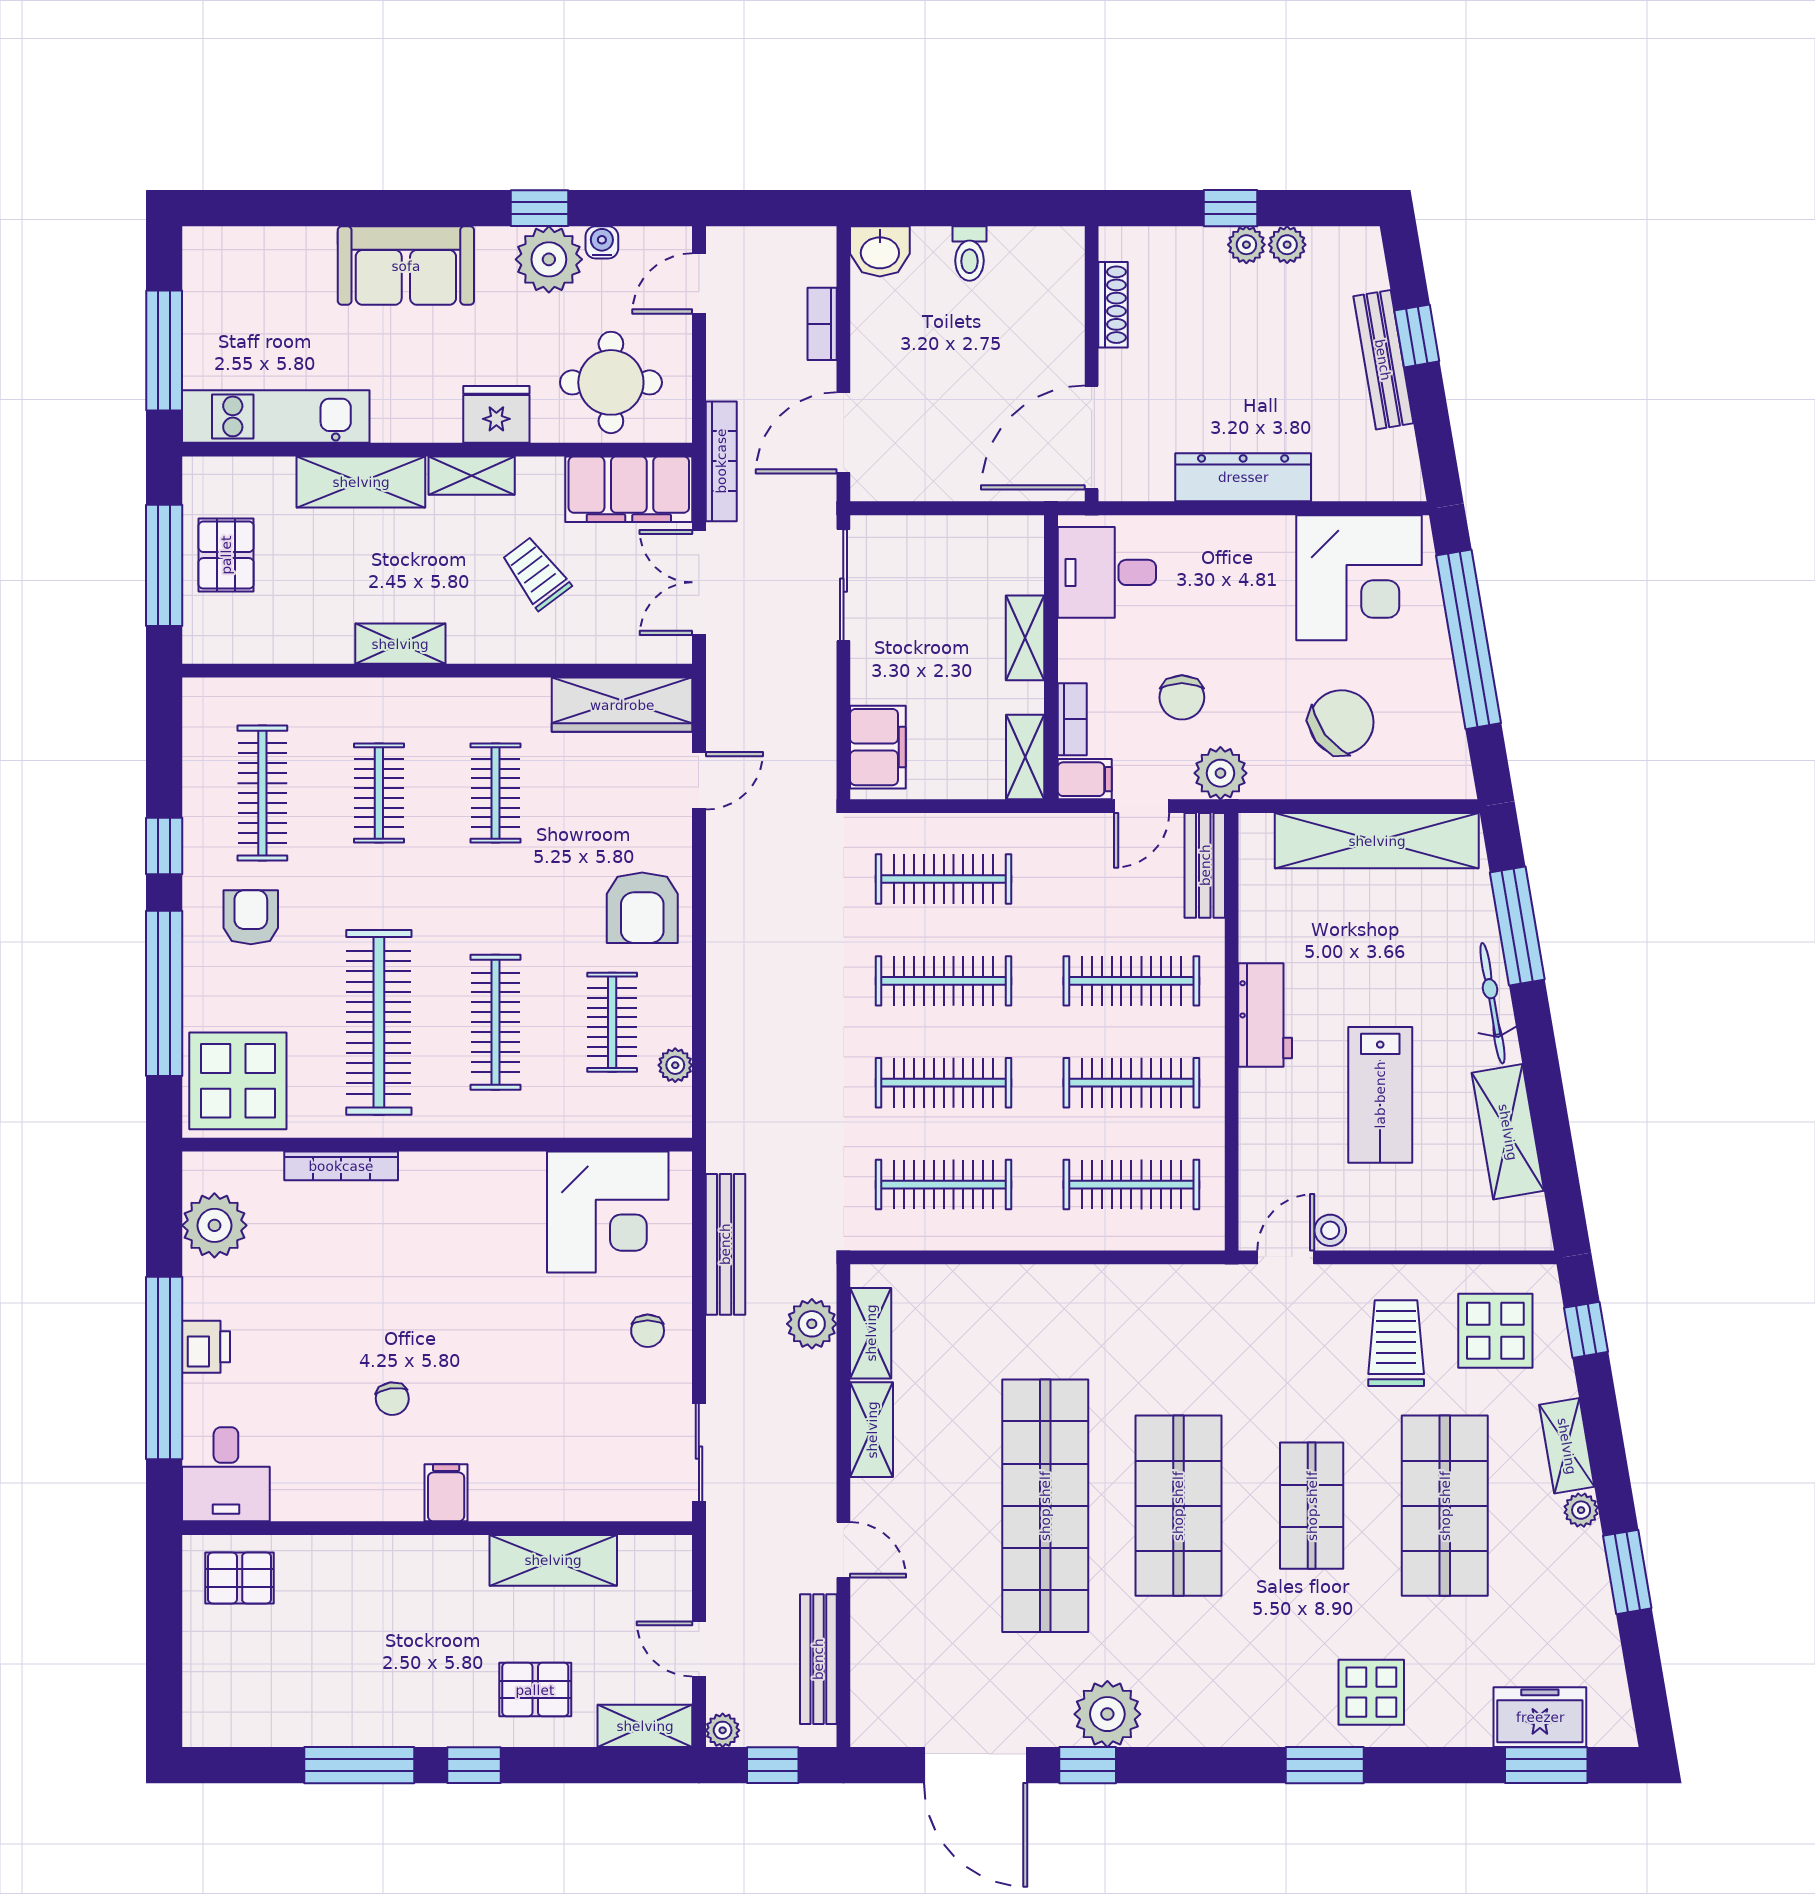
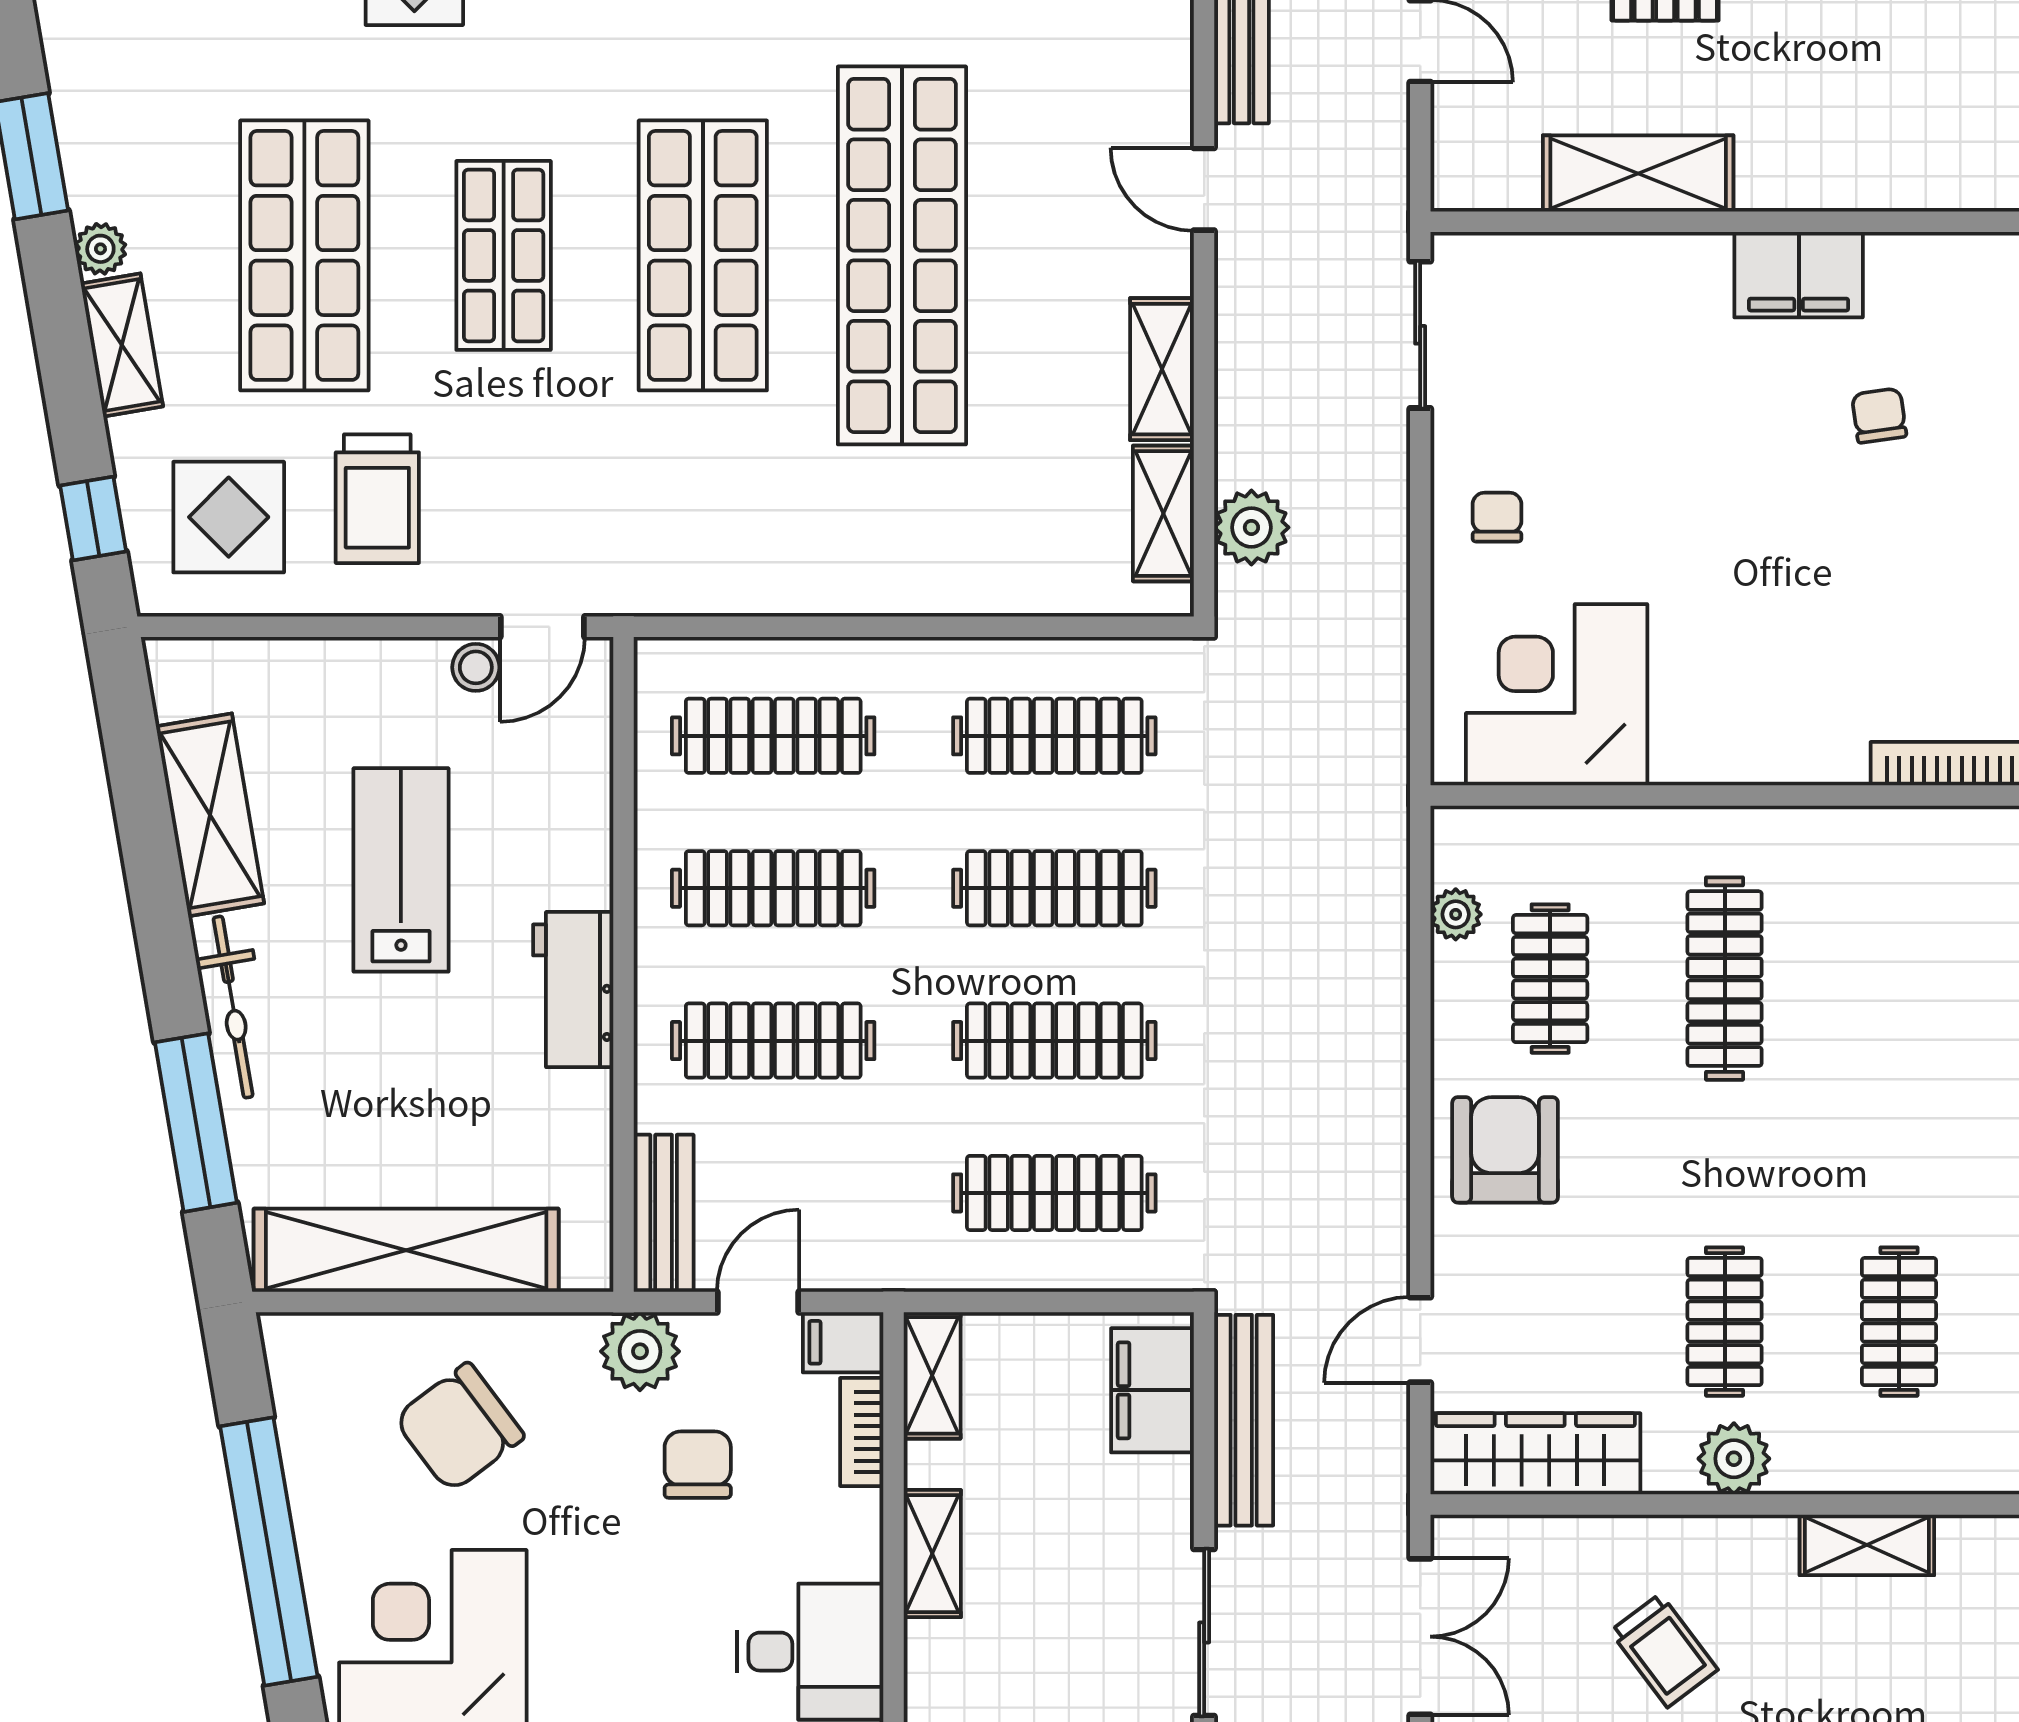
plant: (489, 701) -> (1734, 1459), added
clothes rail: (379, 1022) -> (1899, 979), removed
bench: (725, 1244) -> (1244, 1420), moved
filing cabinet: (446, 1493) -> (1799, 275), width x2.00

